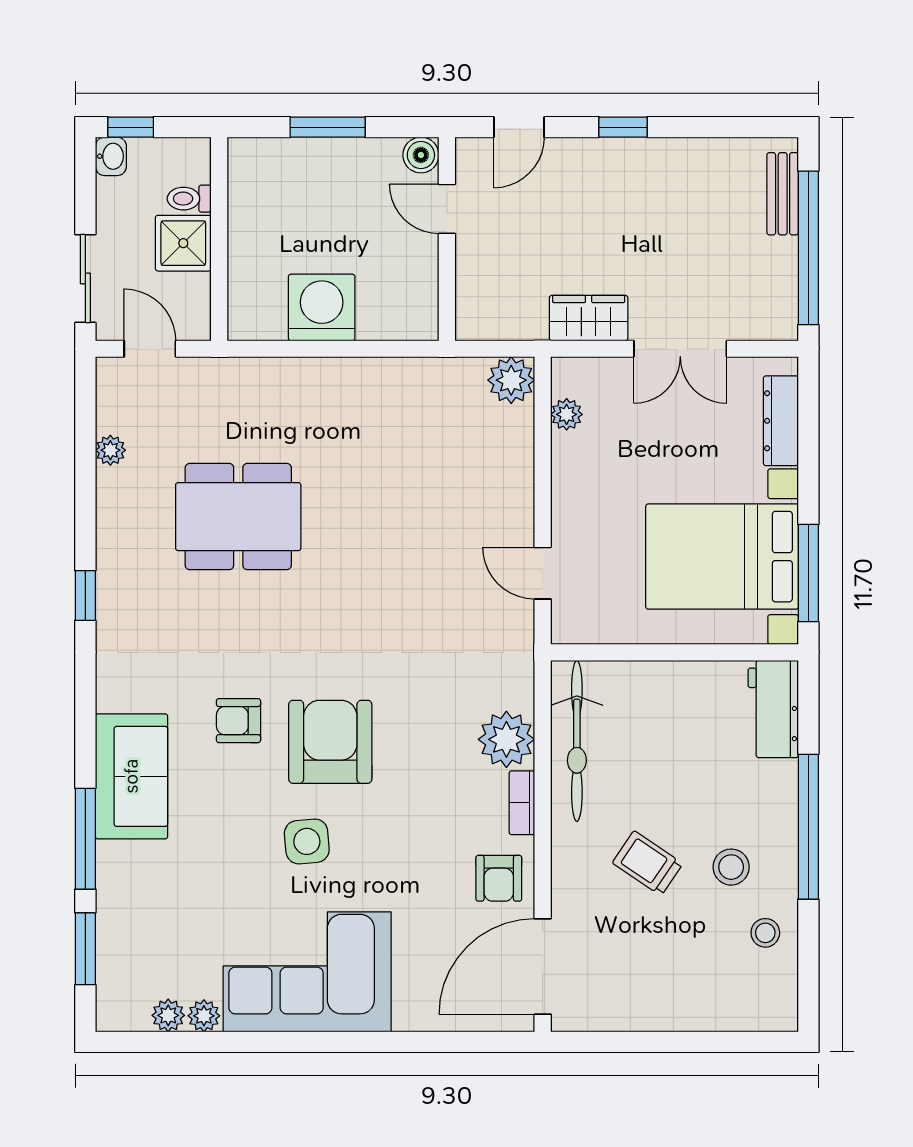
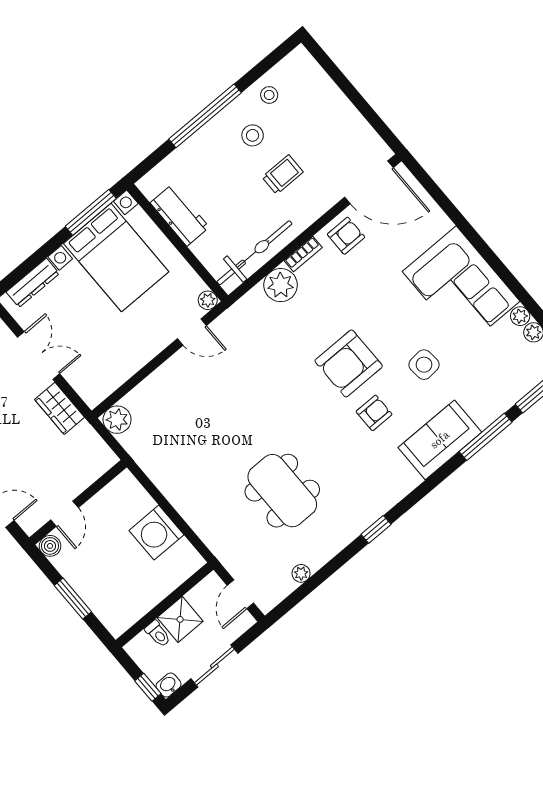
sliding door: (85, 279) -> (214, 666), moved
plant: (567, 414) -> (208, 300), moved
door: (543, 573) -> (192, 332), hinge flipped
workbench: (773, 709) -> (180, 215), moved, turned -90
armchair: (238, 721) -> (374, 413), turned -90
side table: (307, 841) -> (424, 365), moved
trolley: (648, 863) -> (283, 174), turned -124

